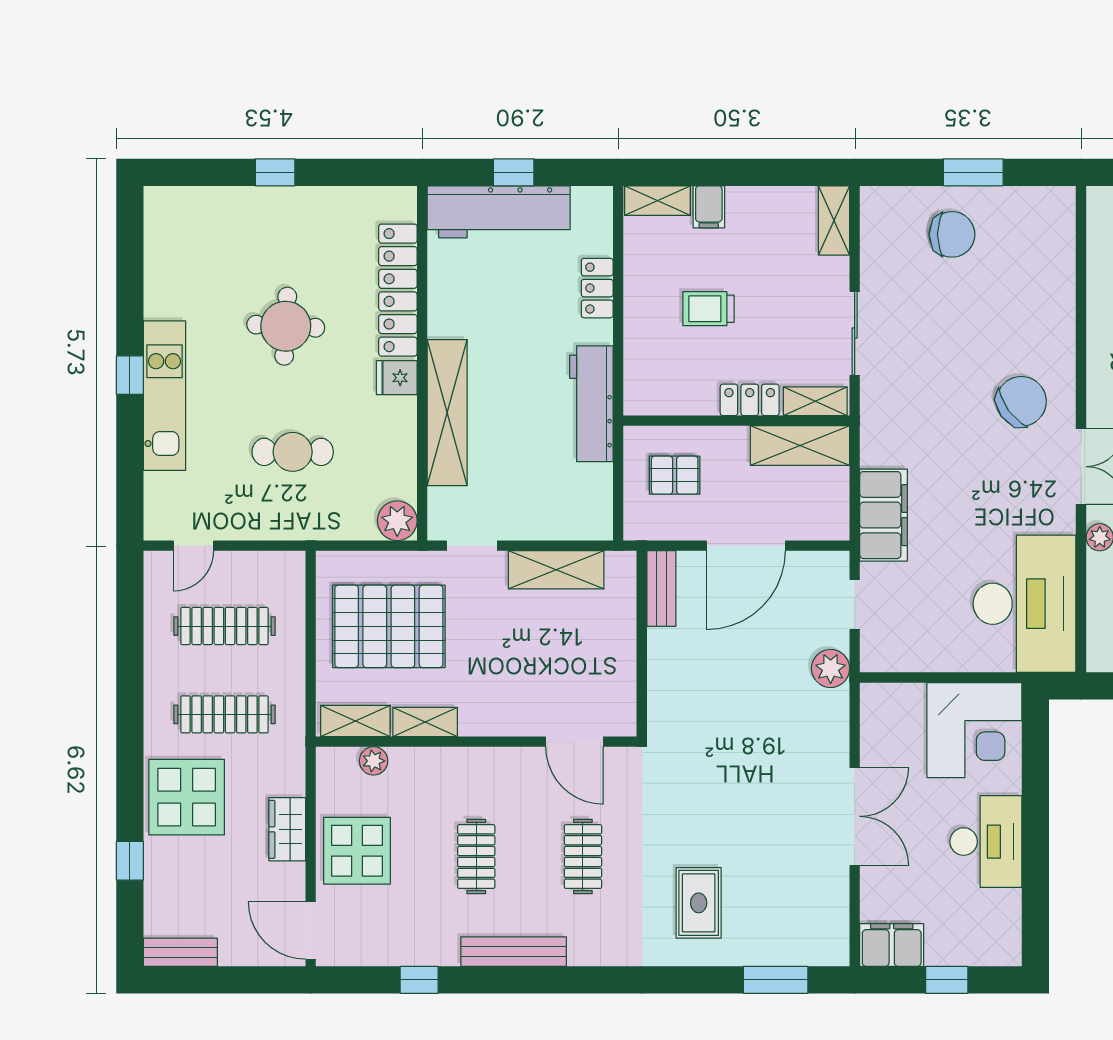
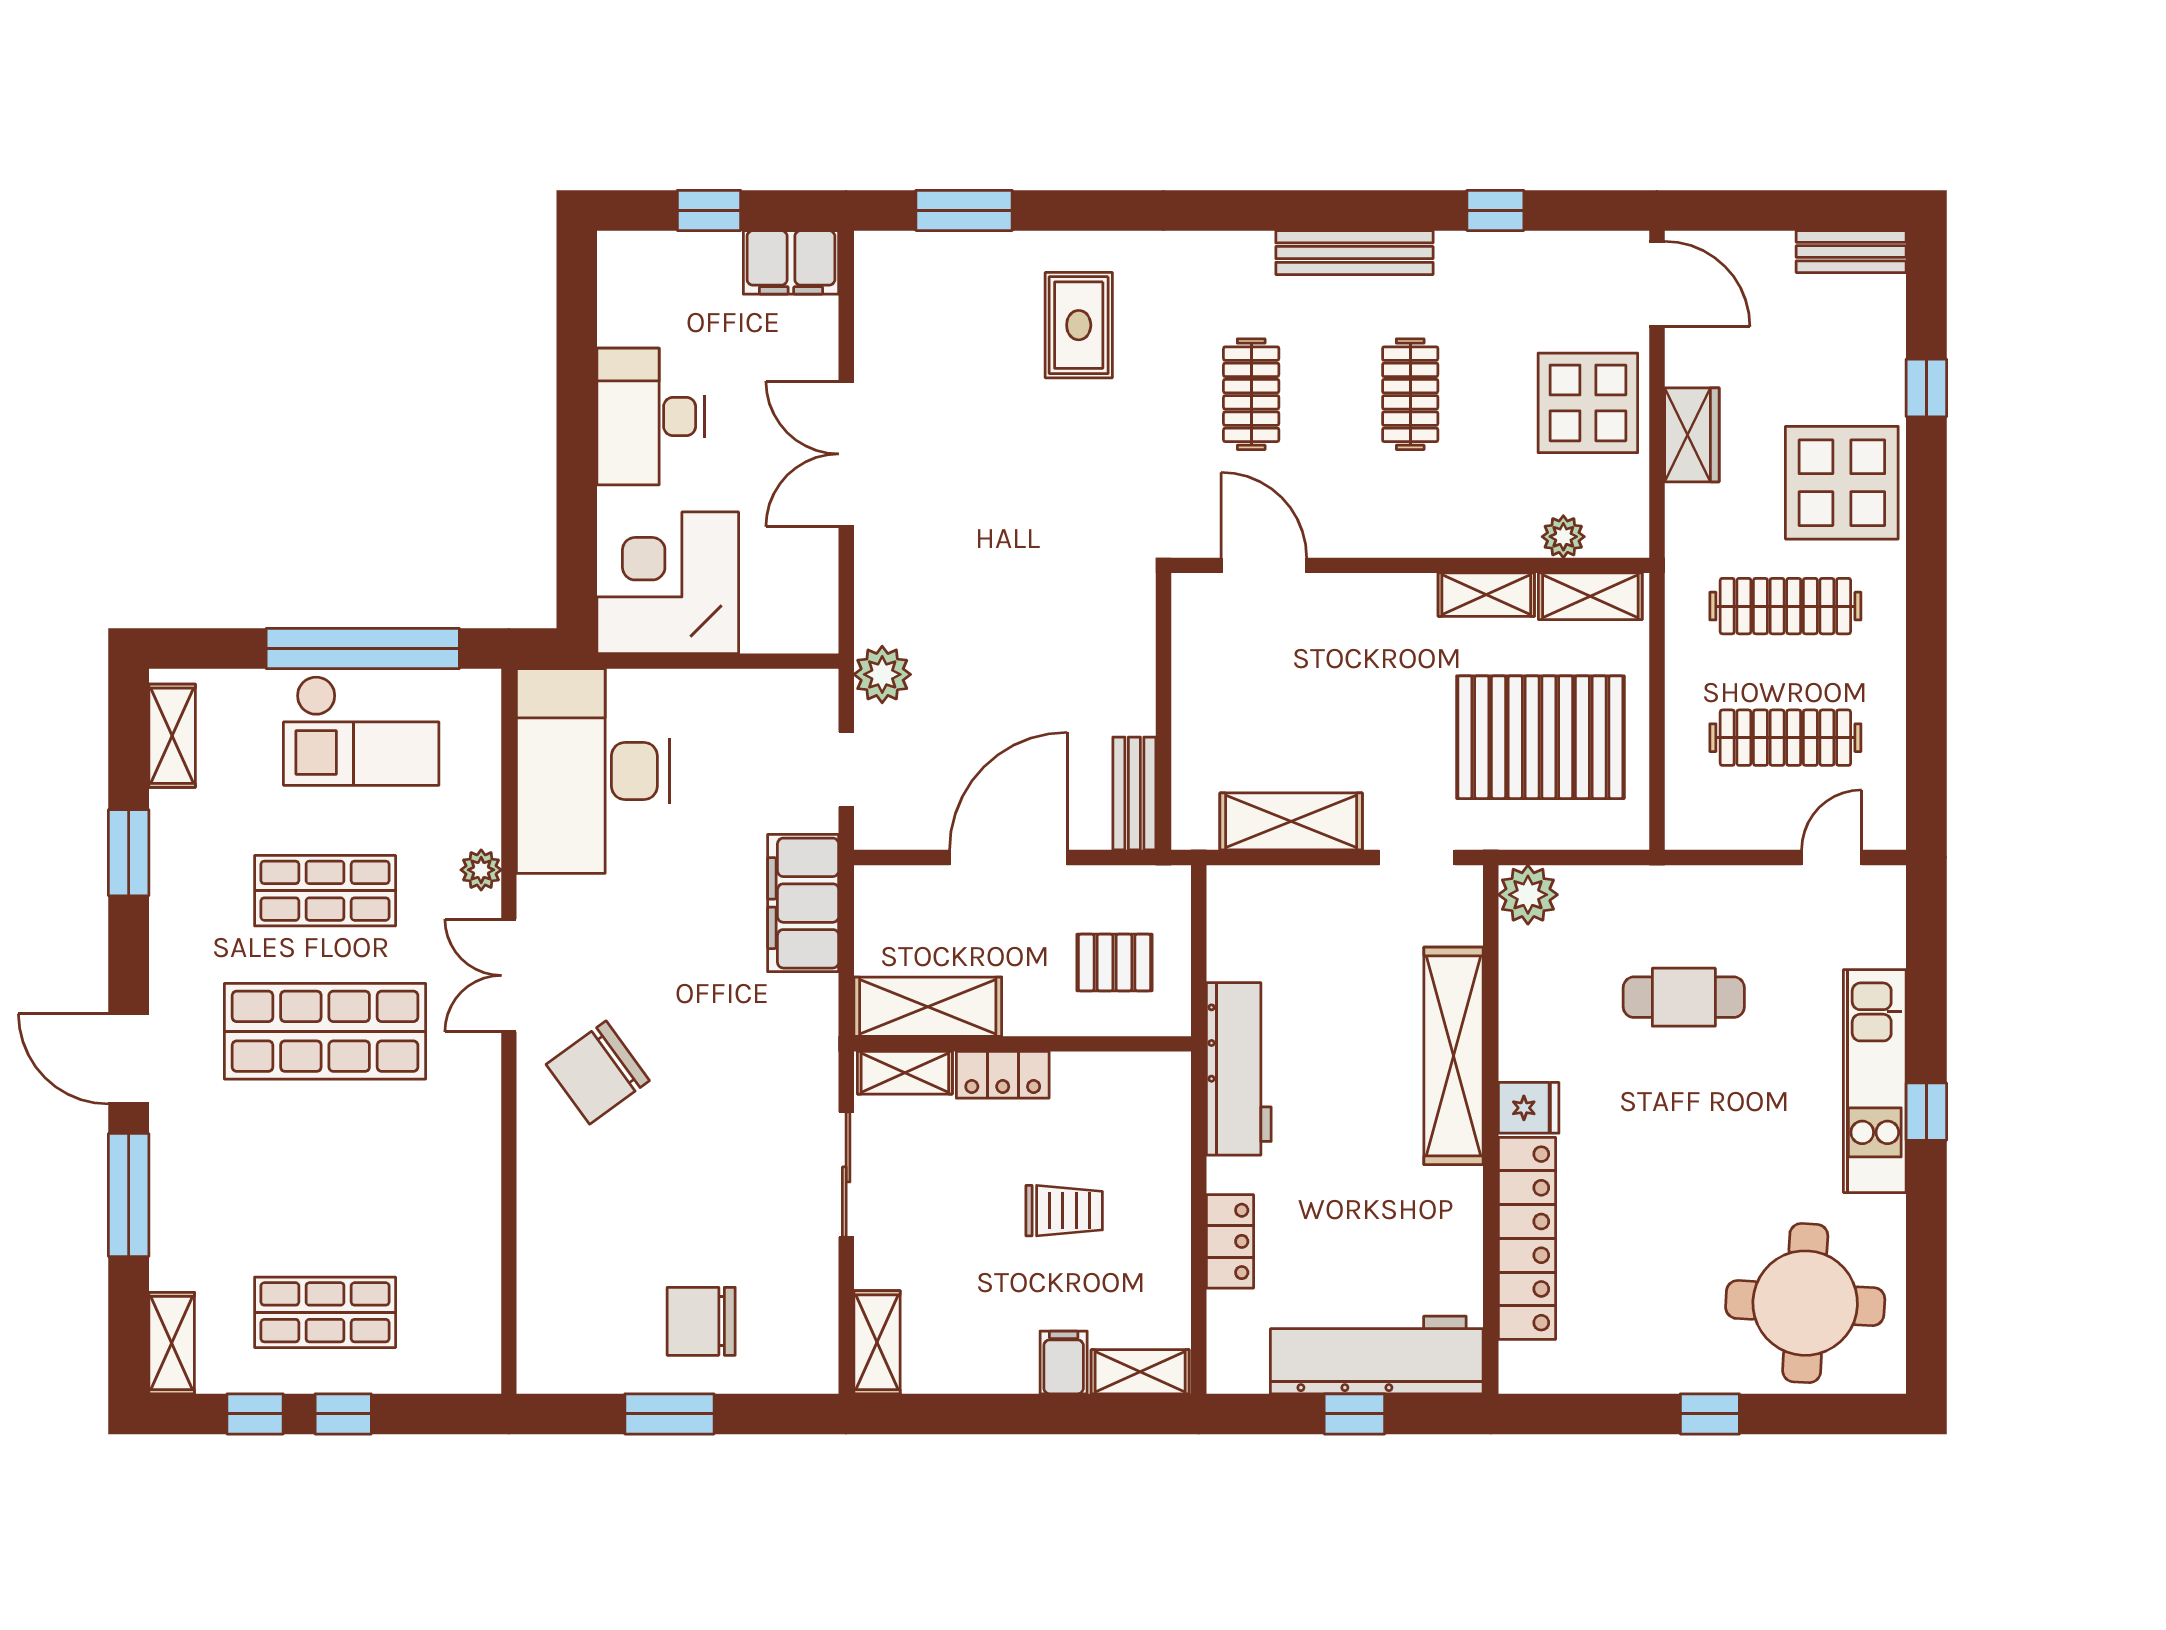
round table: (286, 326) -> (1805, 1303), moved, width x1.36, depth x1.36

